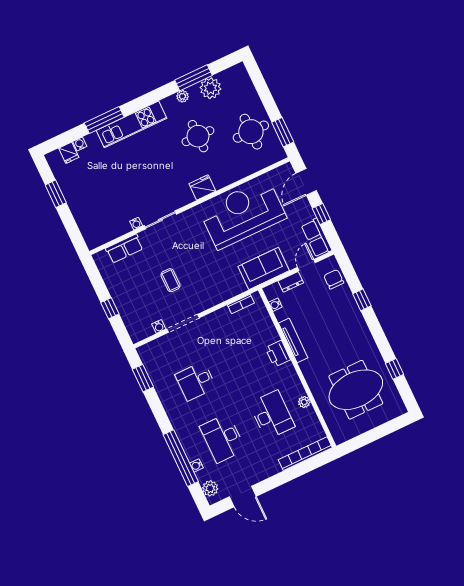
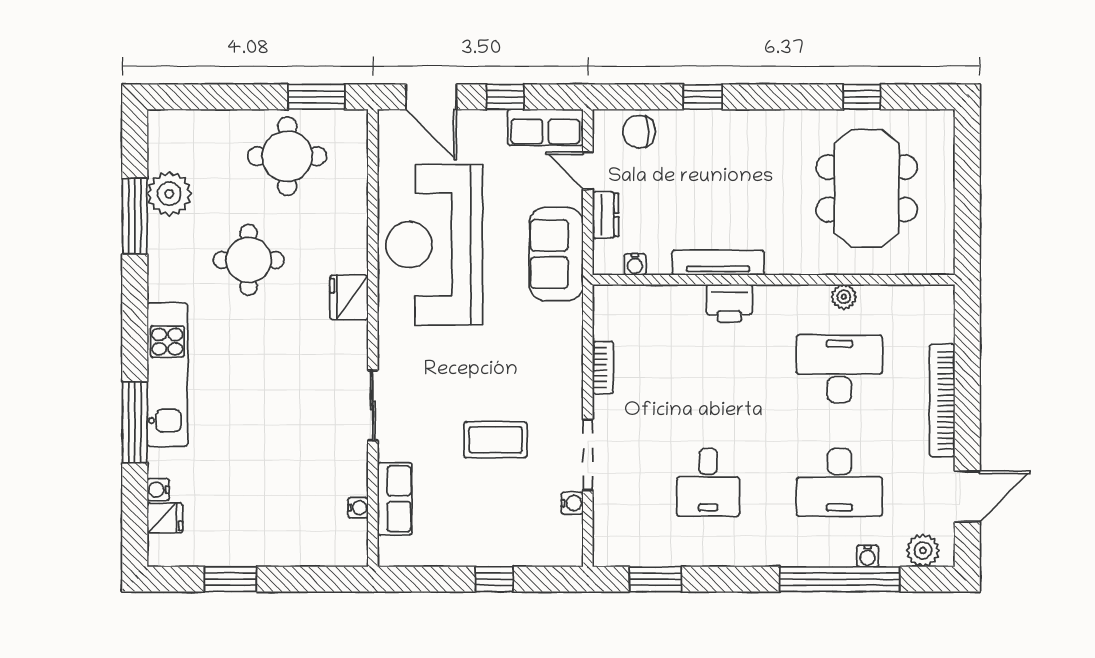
plant: (183, 96) -> (160, 254), removed
water cooler: (136, 224) -> (358, 508), moved
coffee table: (171, 280) -> (495, 440), width x1.36, depth x1.30
bookcase: (241, 304) -> (603, 368), moved
bookcase: (305, 454) -> (942, 400), moved

